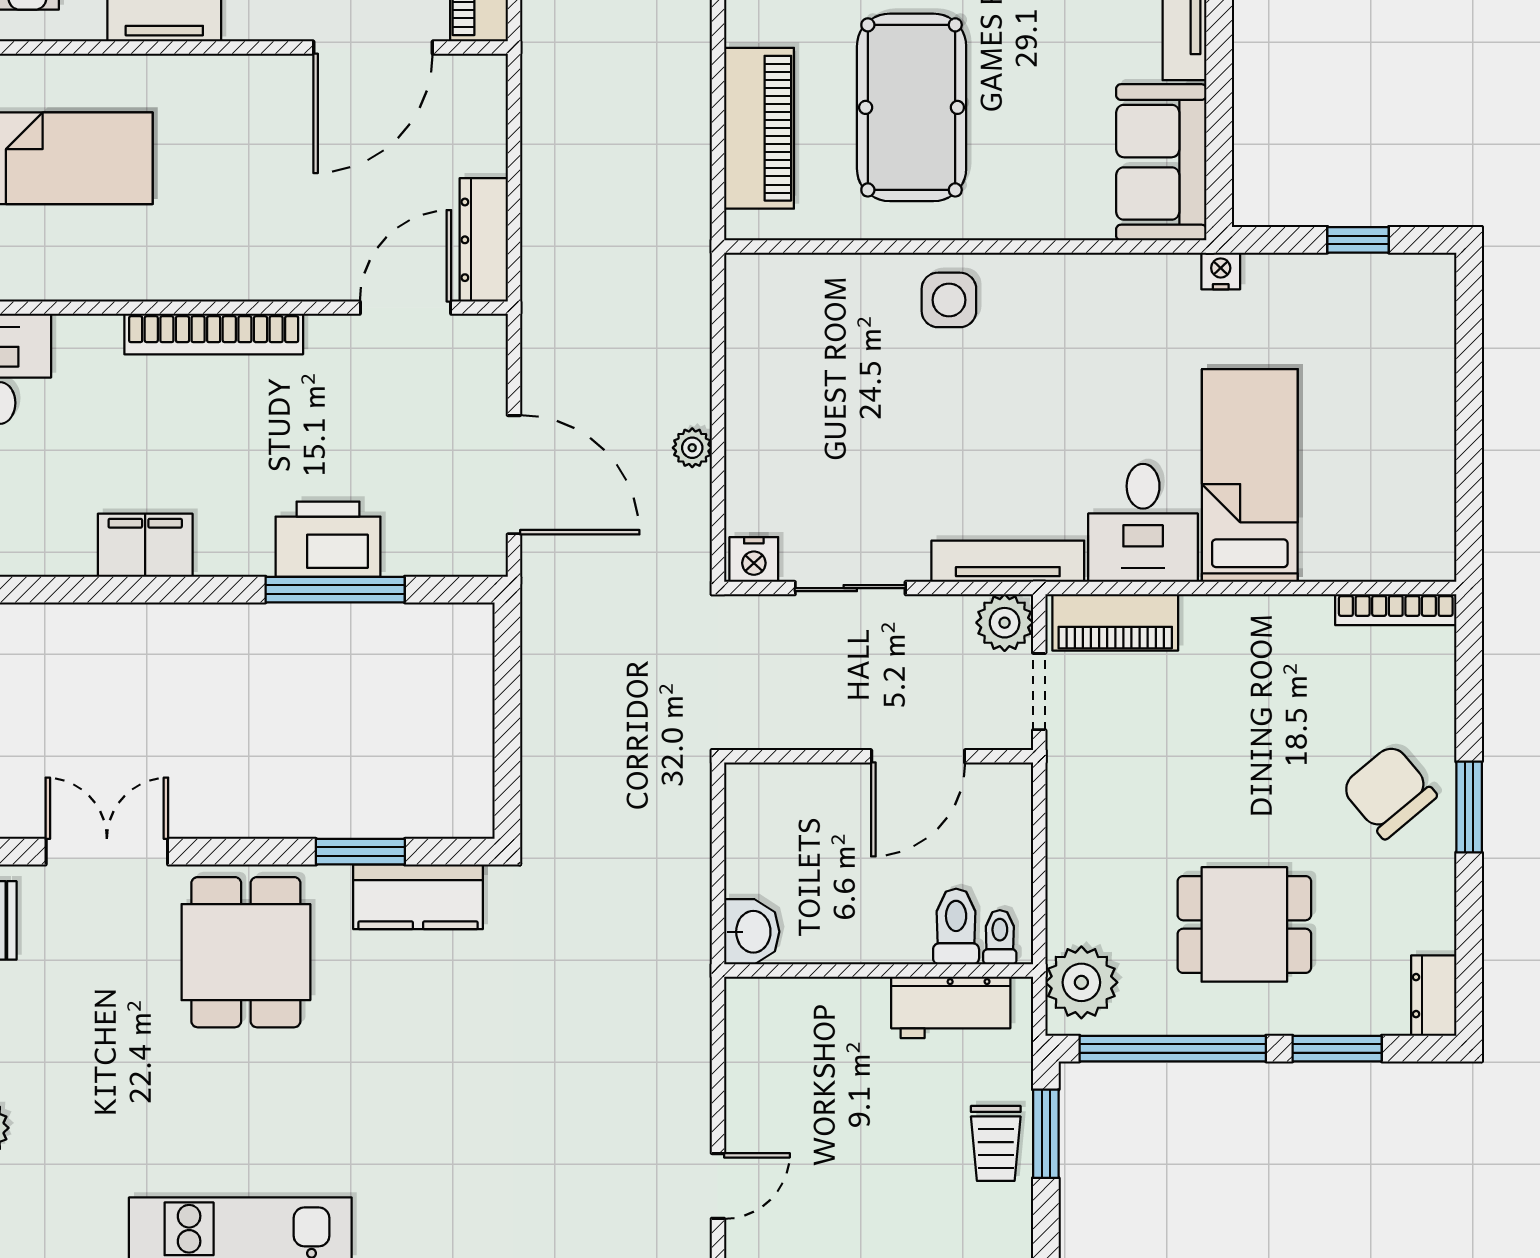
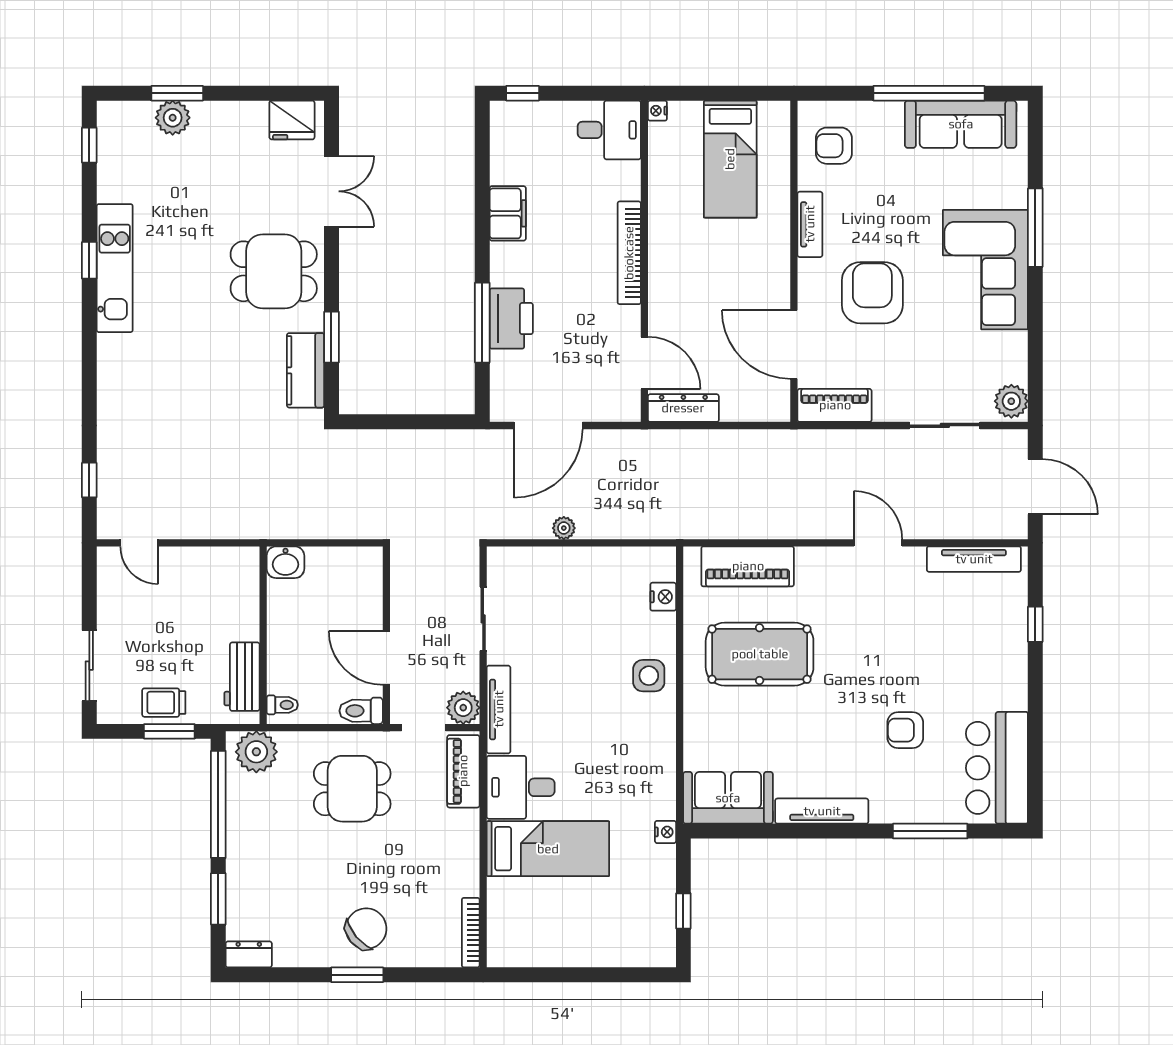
nightstand: (754, 560) -> (663, 597), moved, turned 180
dining table: (1244, 924) -> (352, 789), moved, turned 90
toilet: (956, 927) -> (361, 711), moved, turned 180

